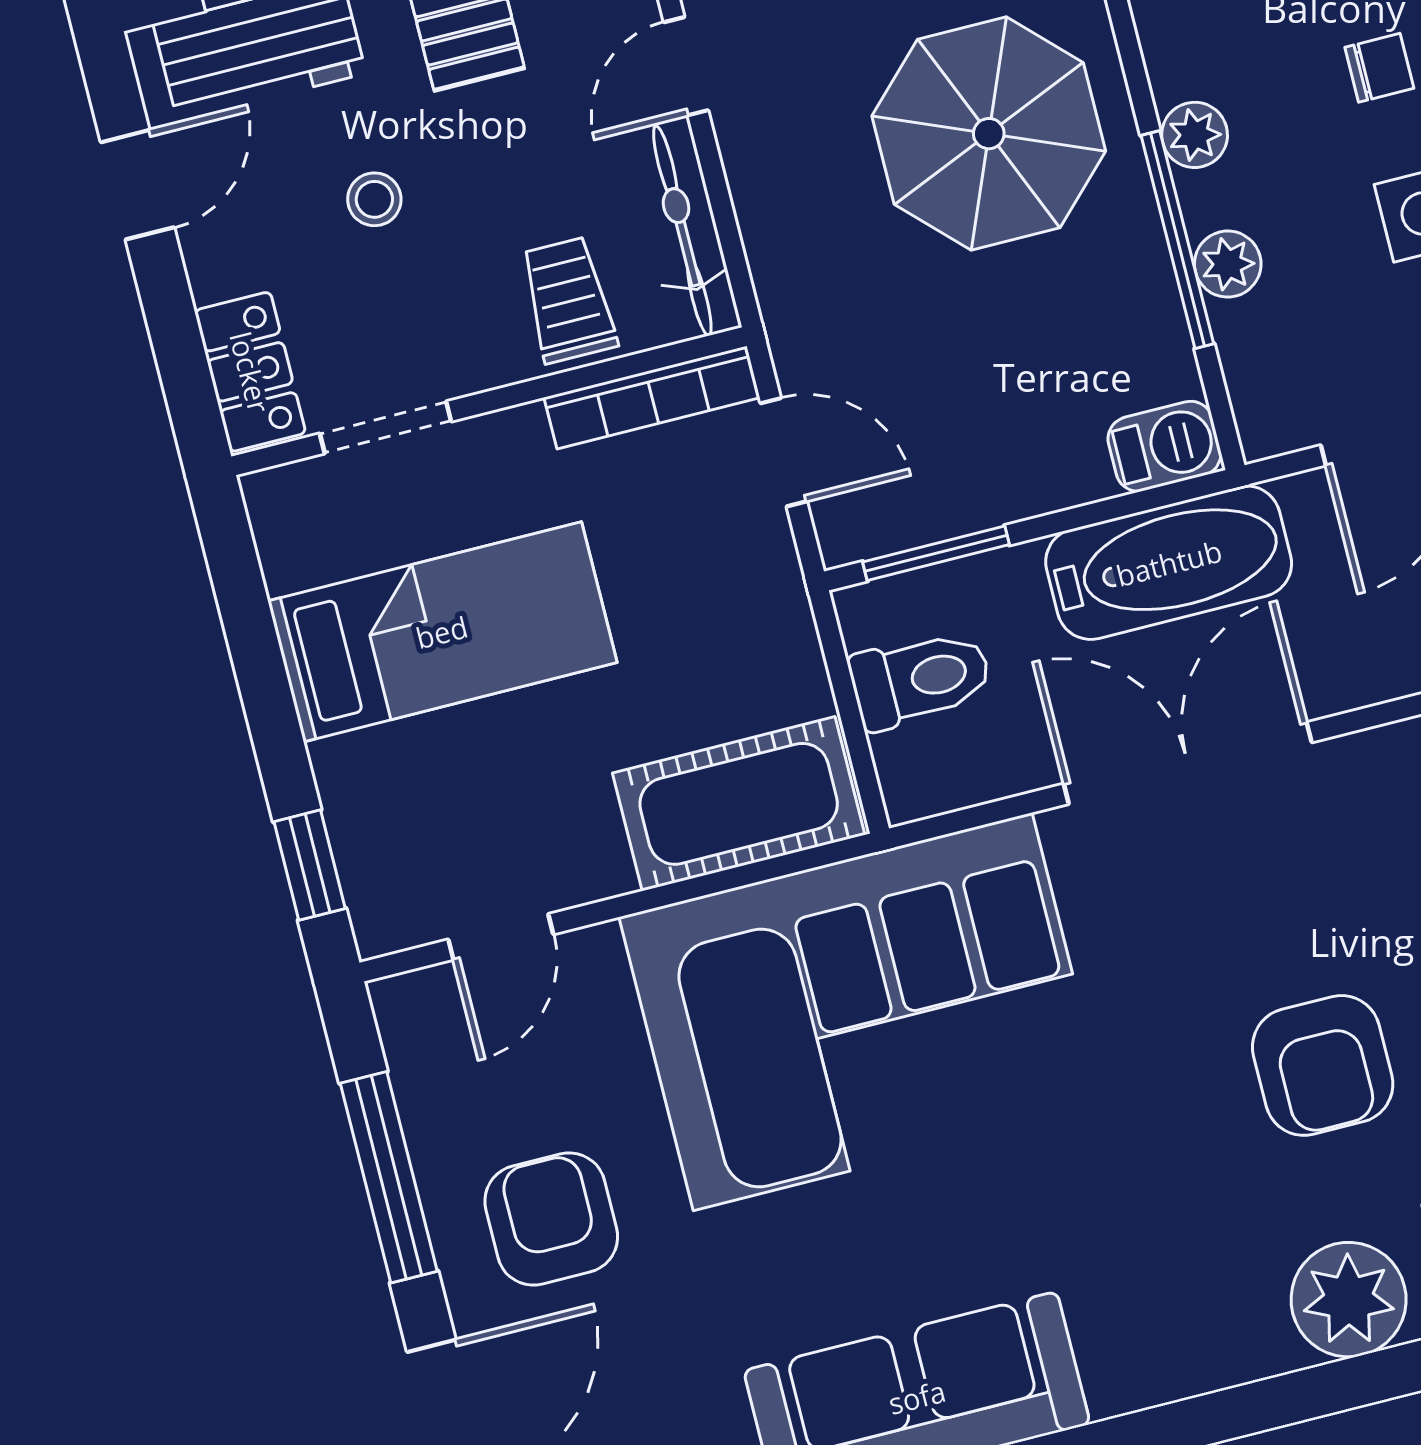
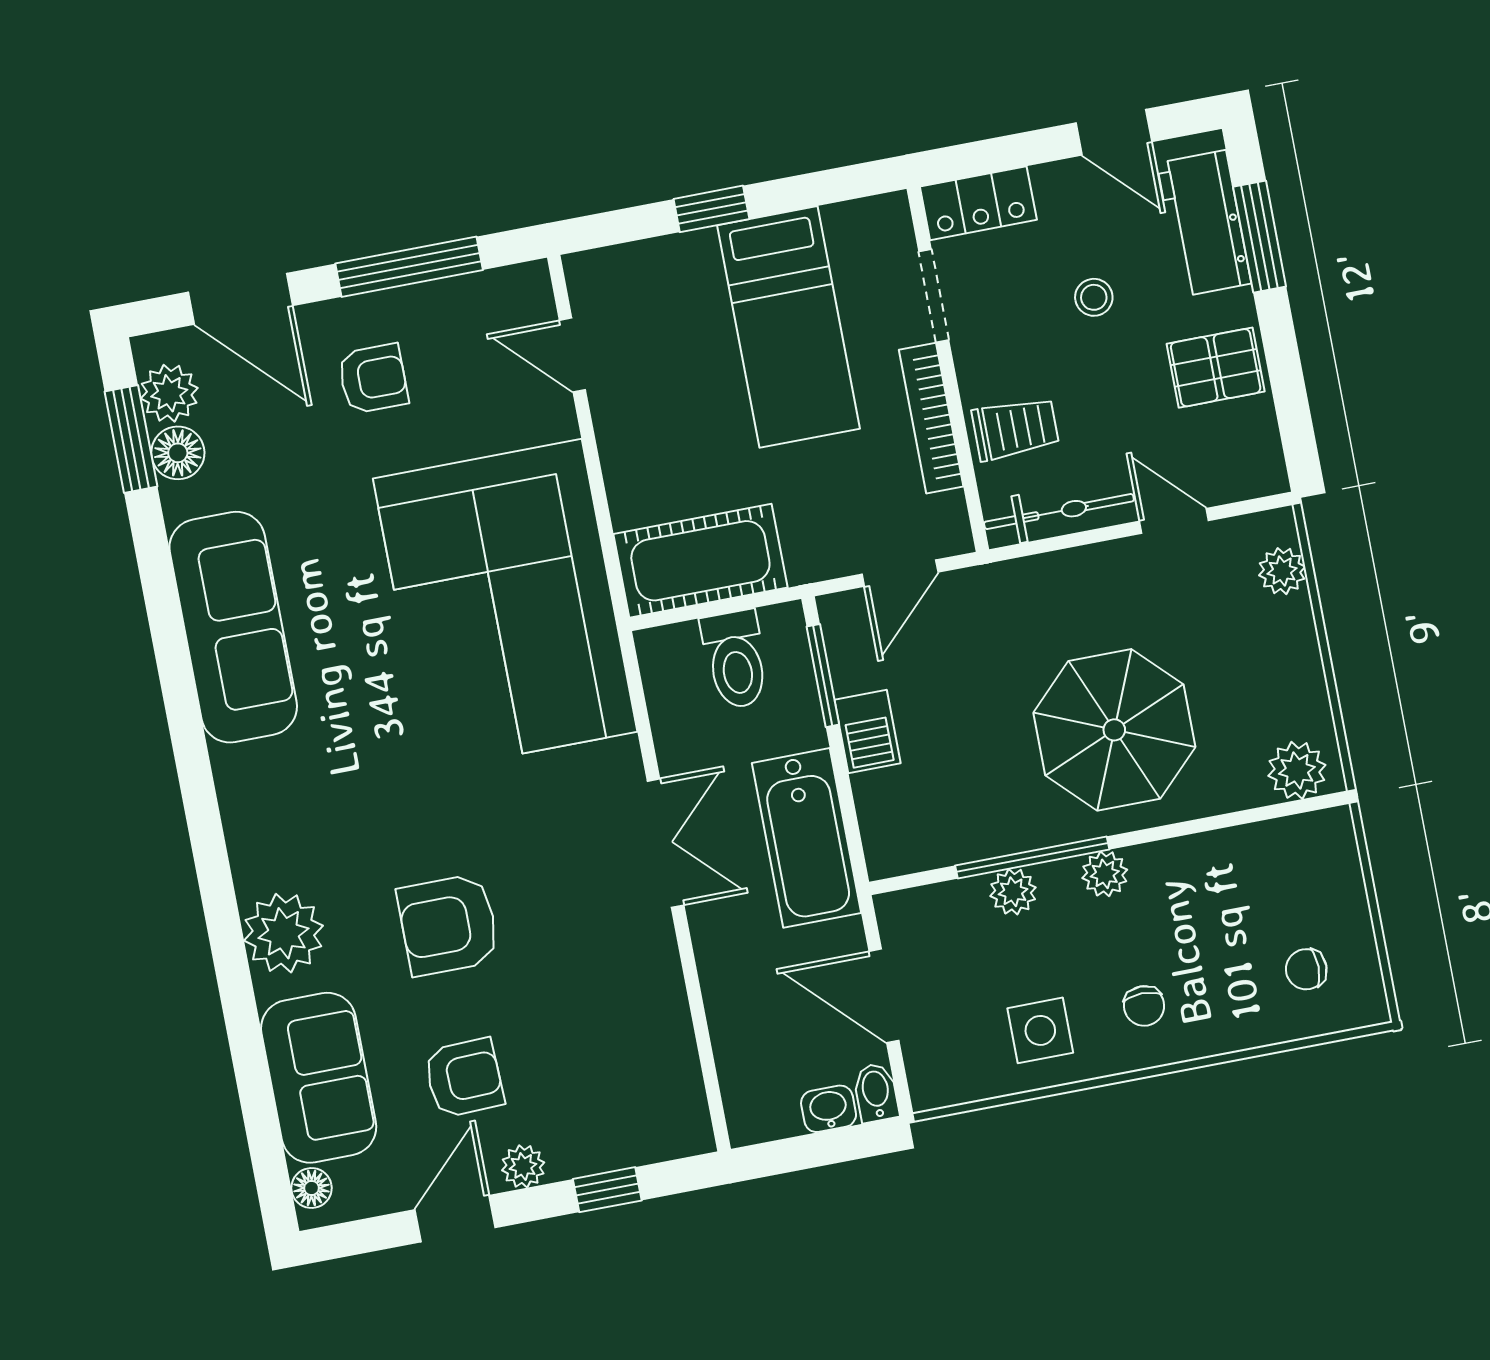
bookcase: (652, 398) -> (931, 418), moved
barbecue: (1164, 446) -> (867, 732), moved
double door: (1188, 763) -> (666, 843), width x0.73
cot: (739, 804) -> (700, 561), moved, turned 90
window: (310, 865) -> (711, 209), moved
armchair: (551, 1219) -> (373, 379), width x0.72, depth x0.72

